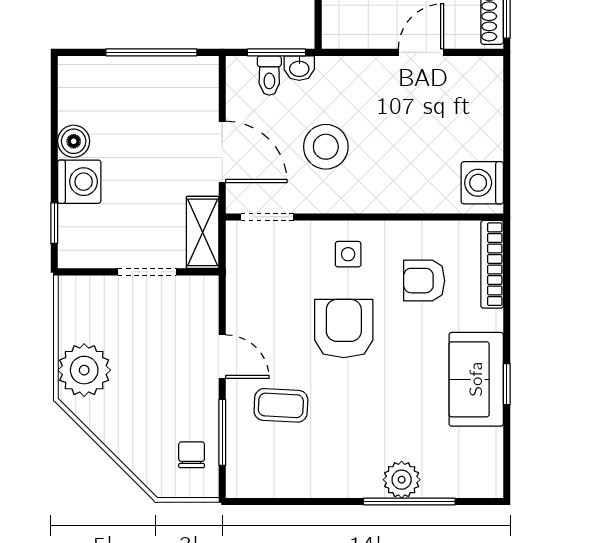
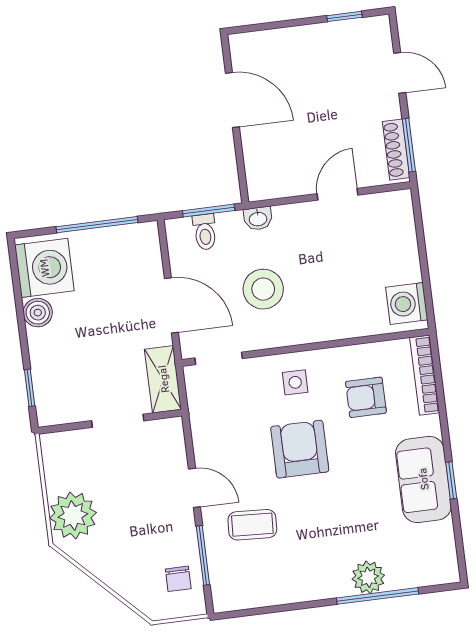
washbasin: (299, 68) -> (258, 218), moved
washing machine: (79, 182) -> (44, 268), moved, width x1.37, depth x1.37
chair: (192, 455) -> (178, 579), turned 180

